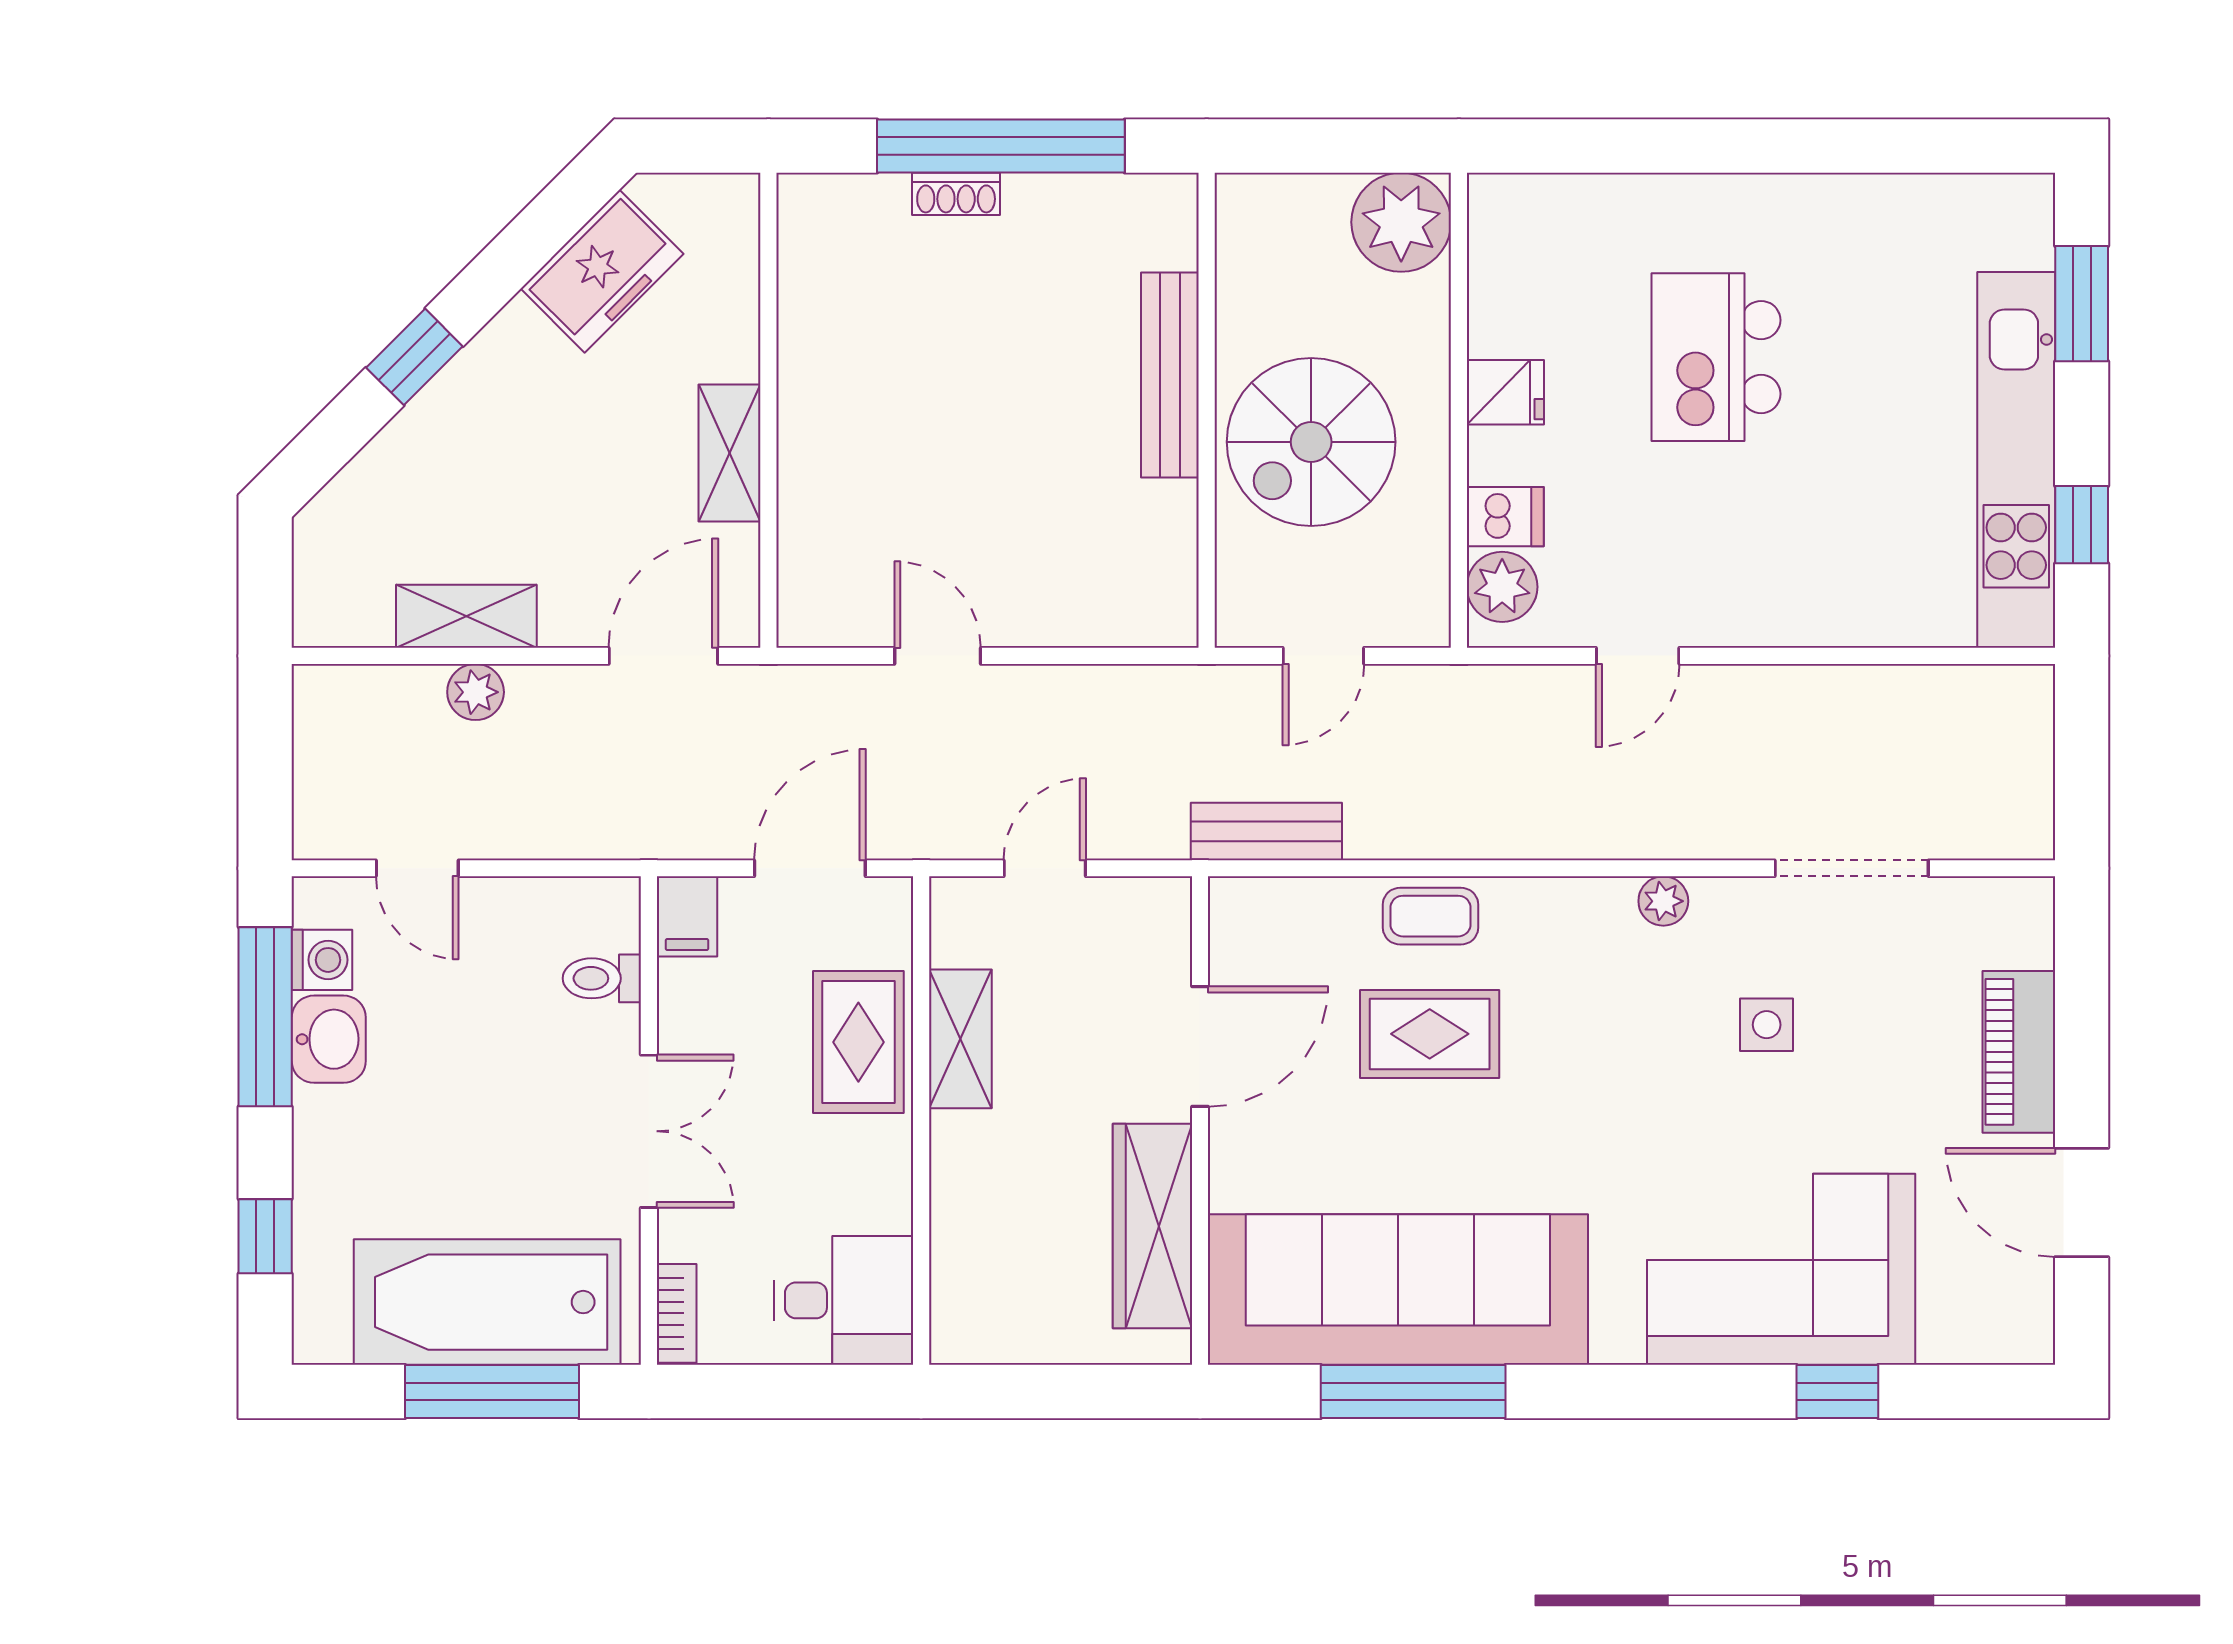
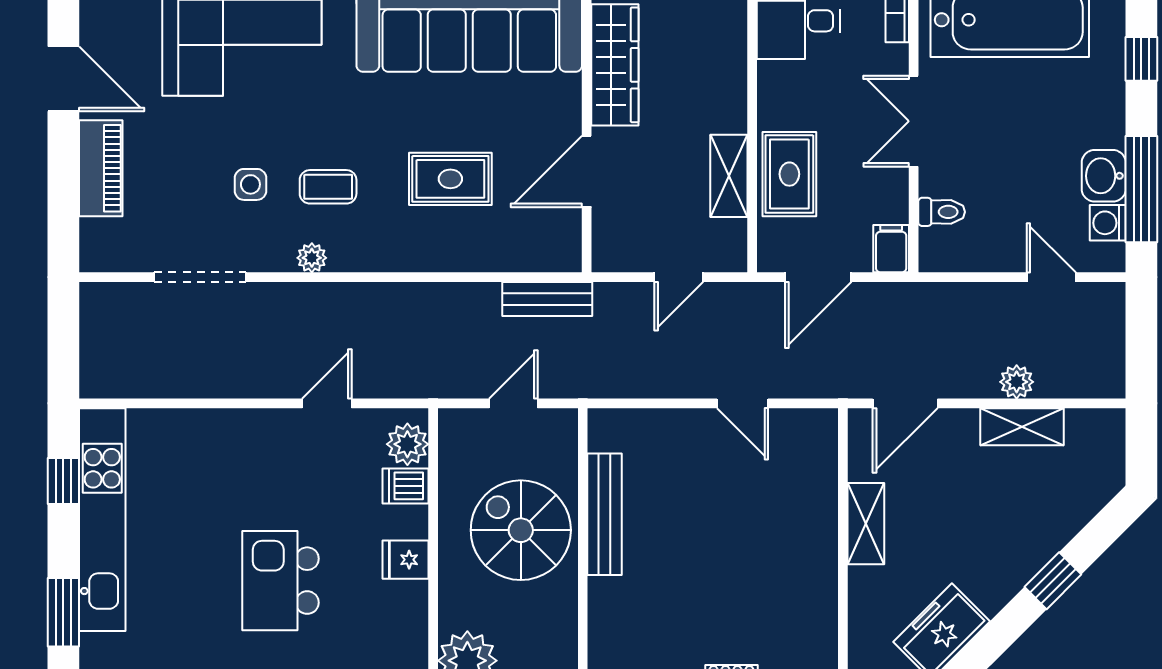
kitchen island: (1716, 357) -> (280, 581), turned 180
bench: (1170, 375) -> (605, 514), moved
spiral stairs: (1311, 442) -> (521, 530), turned -90
coffee table: (1430, 916) -> (328, 187), moved

